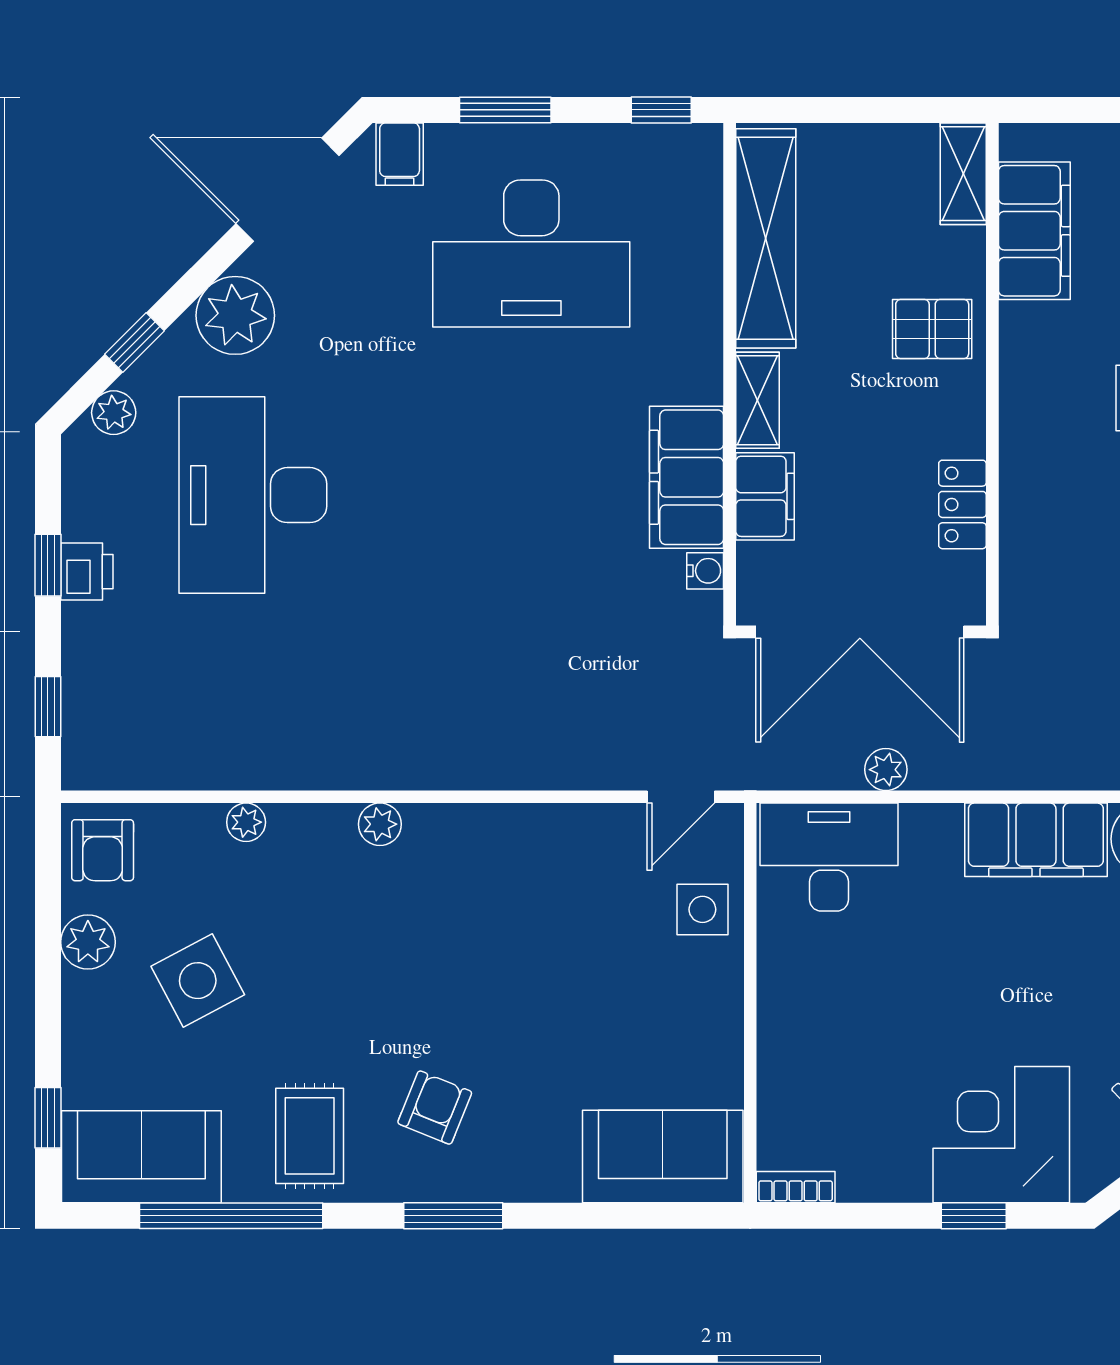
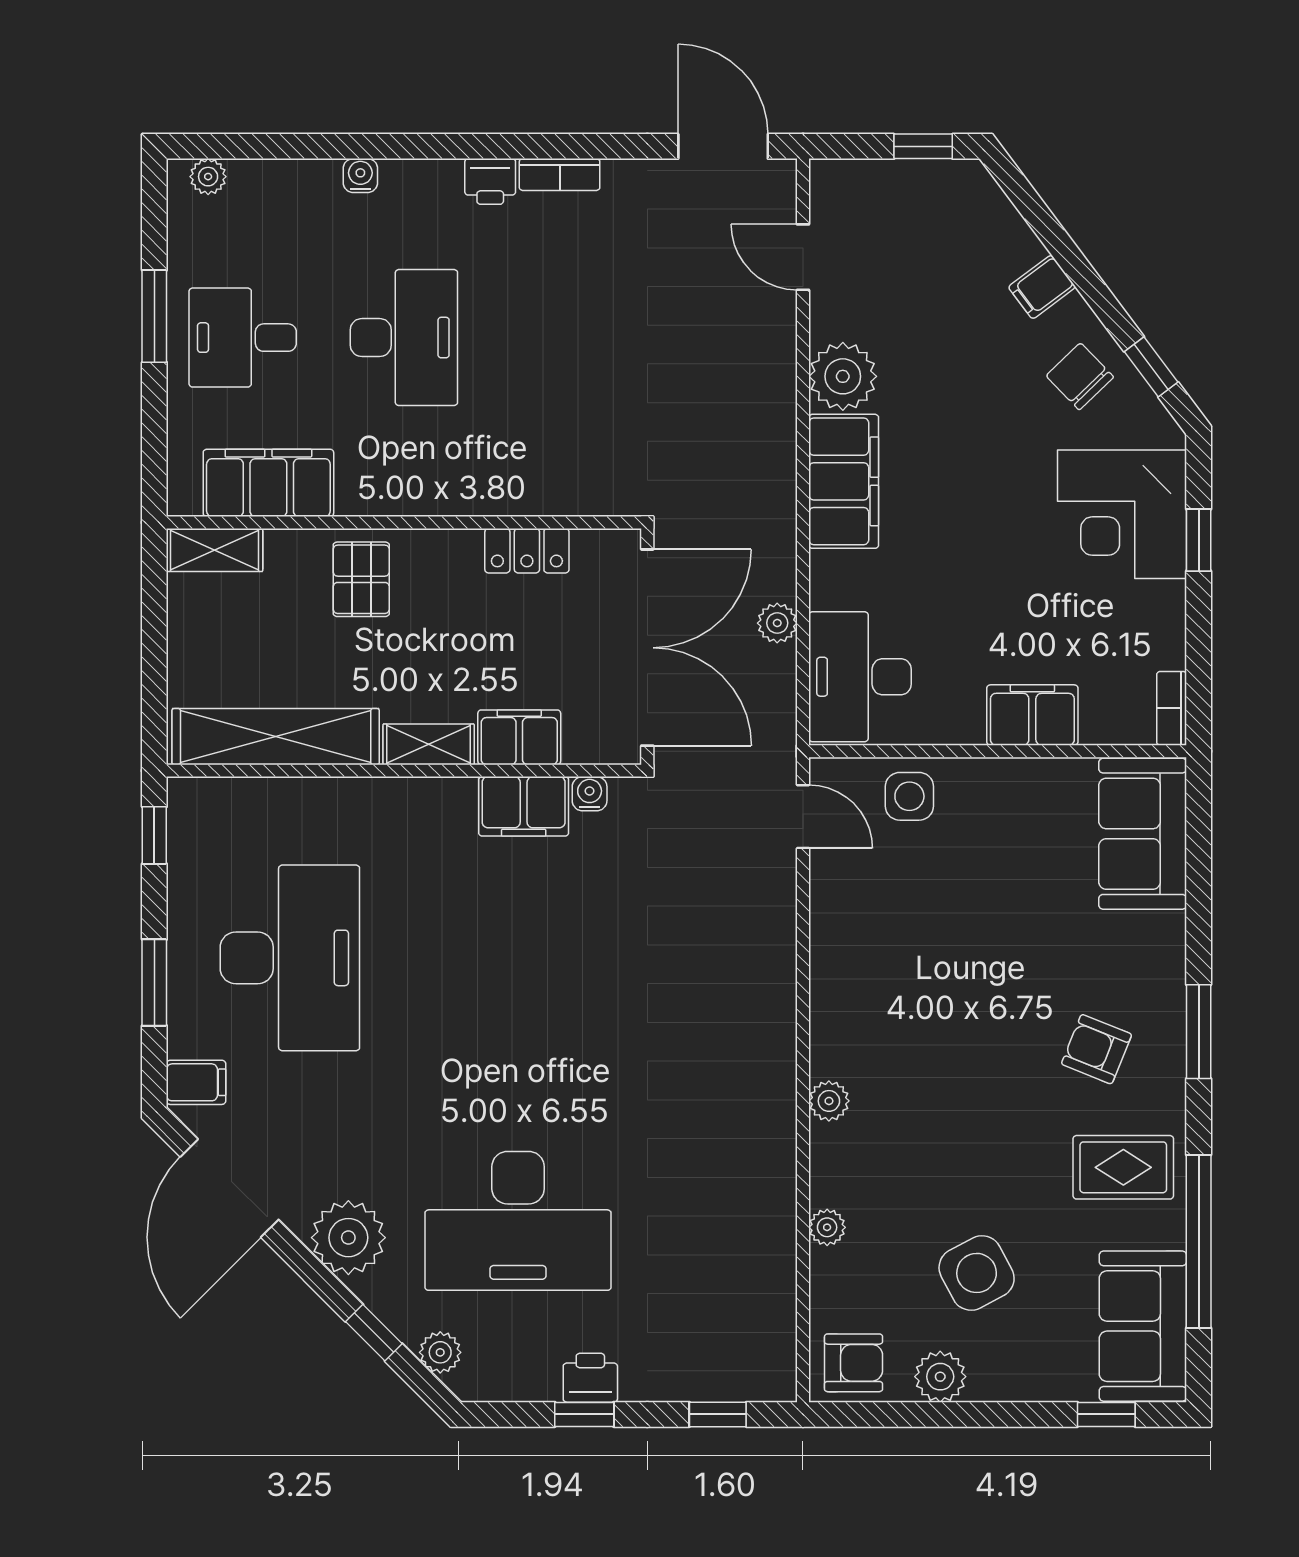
filing cabinet: (687, 477) -> (524, 806), width x0.67, depth x0.86
filing cabinet: (788, 1040) -> (1032, 715), added

